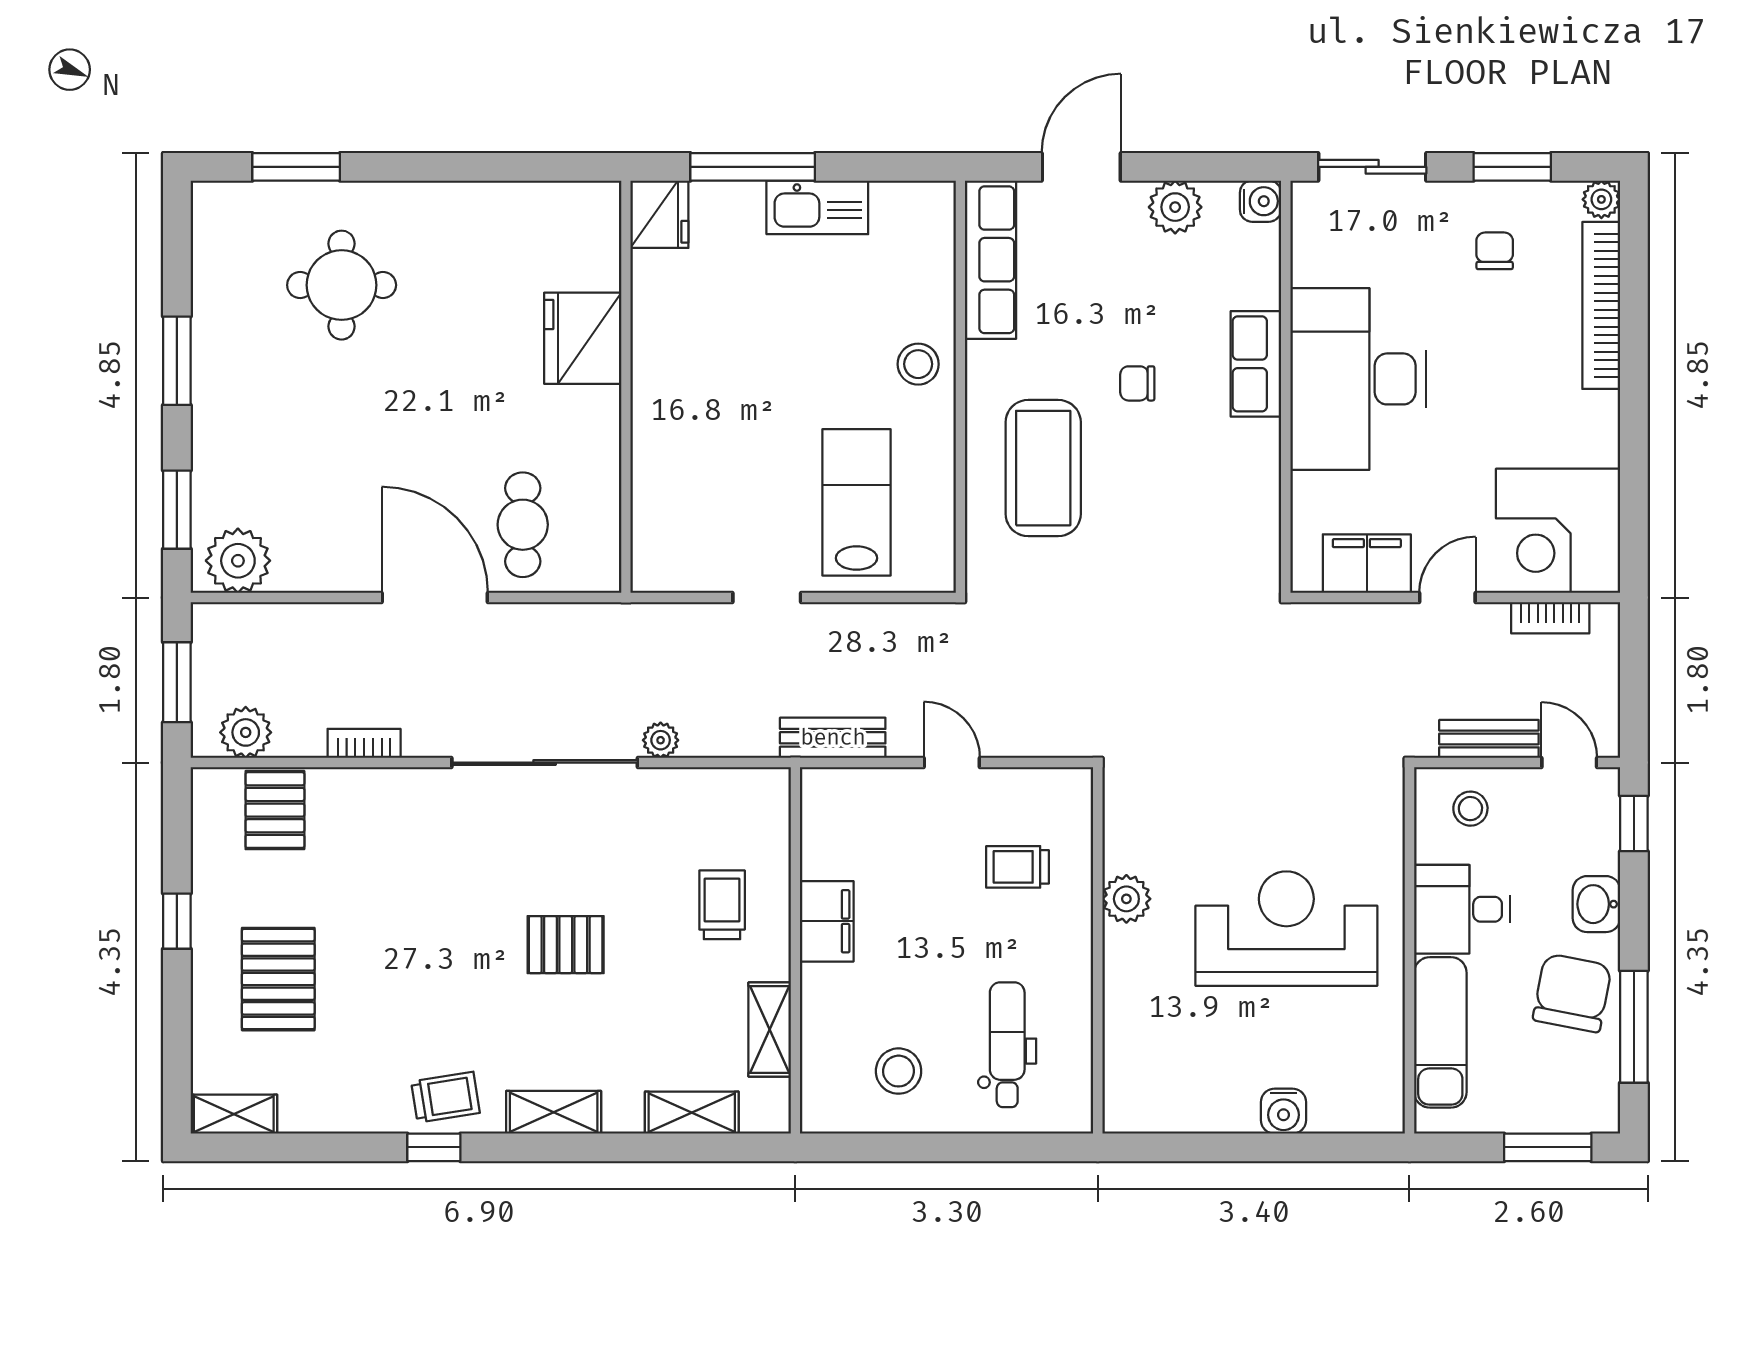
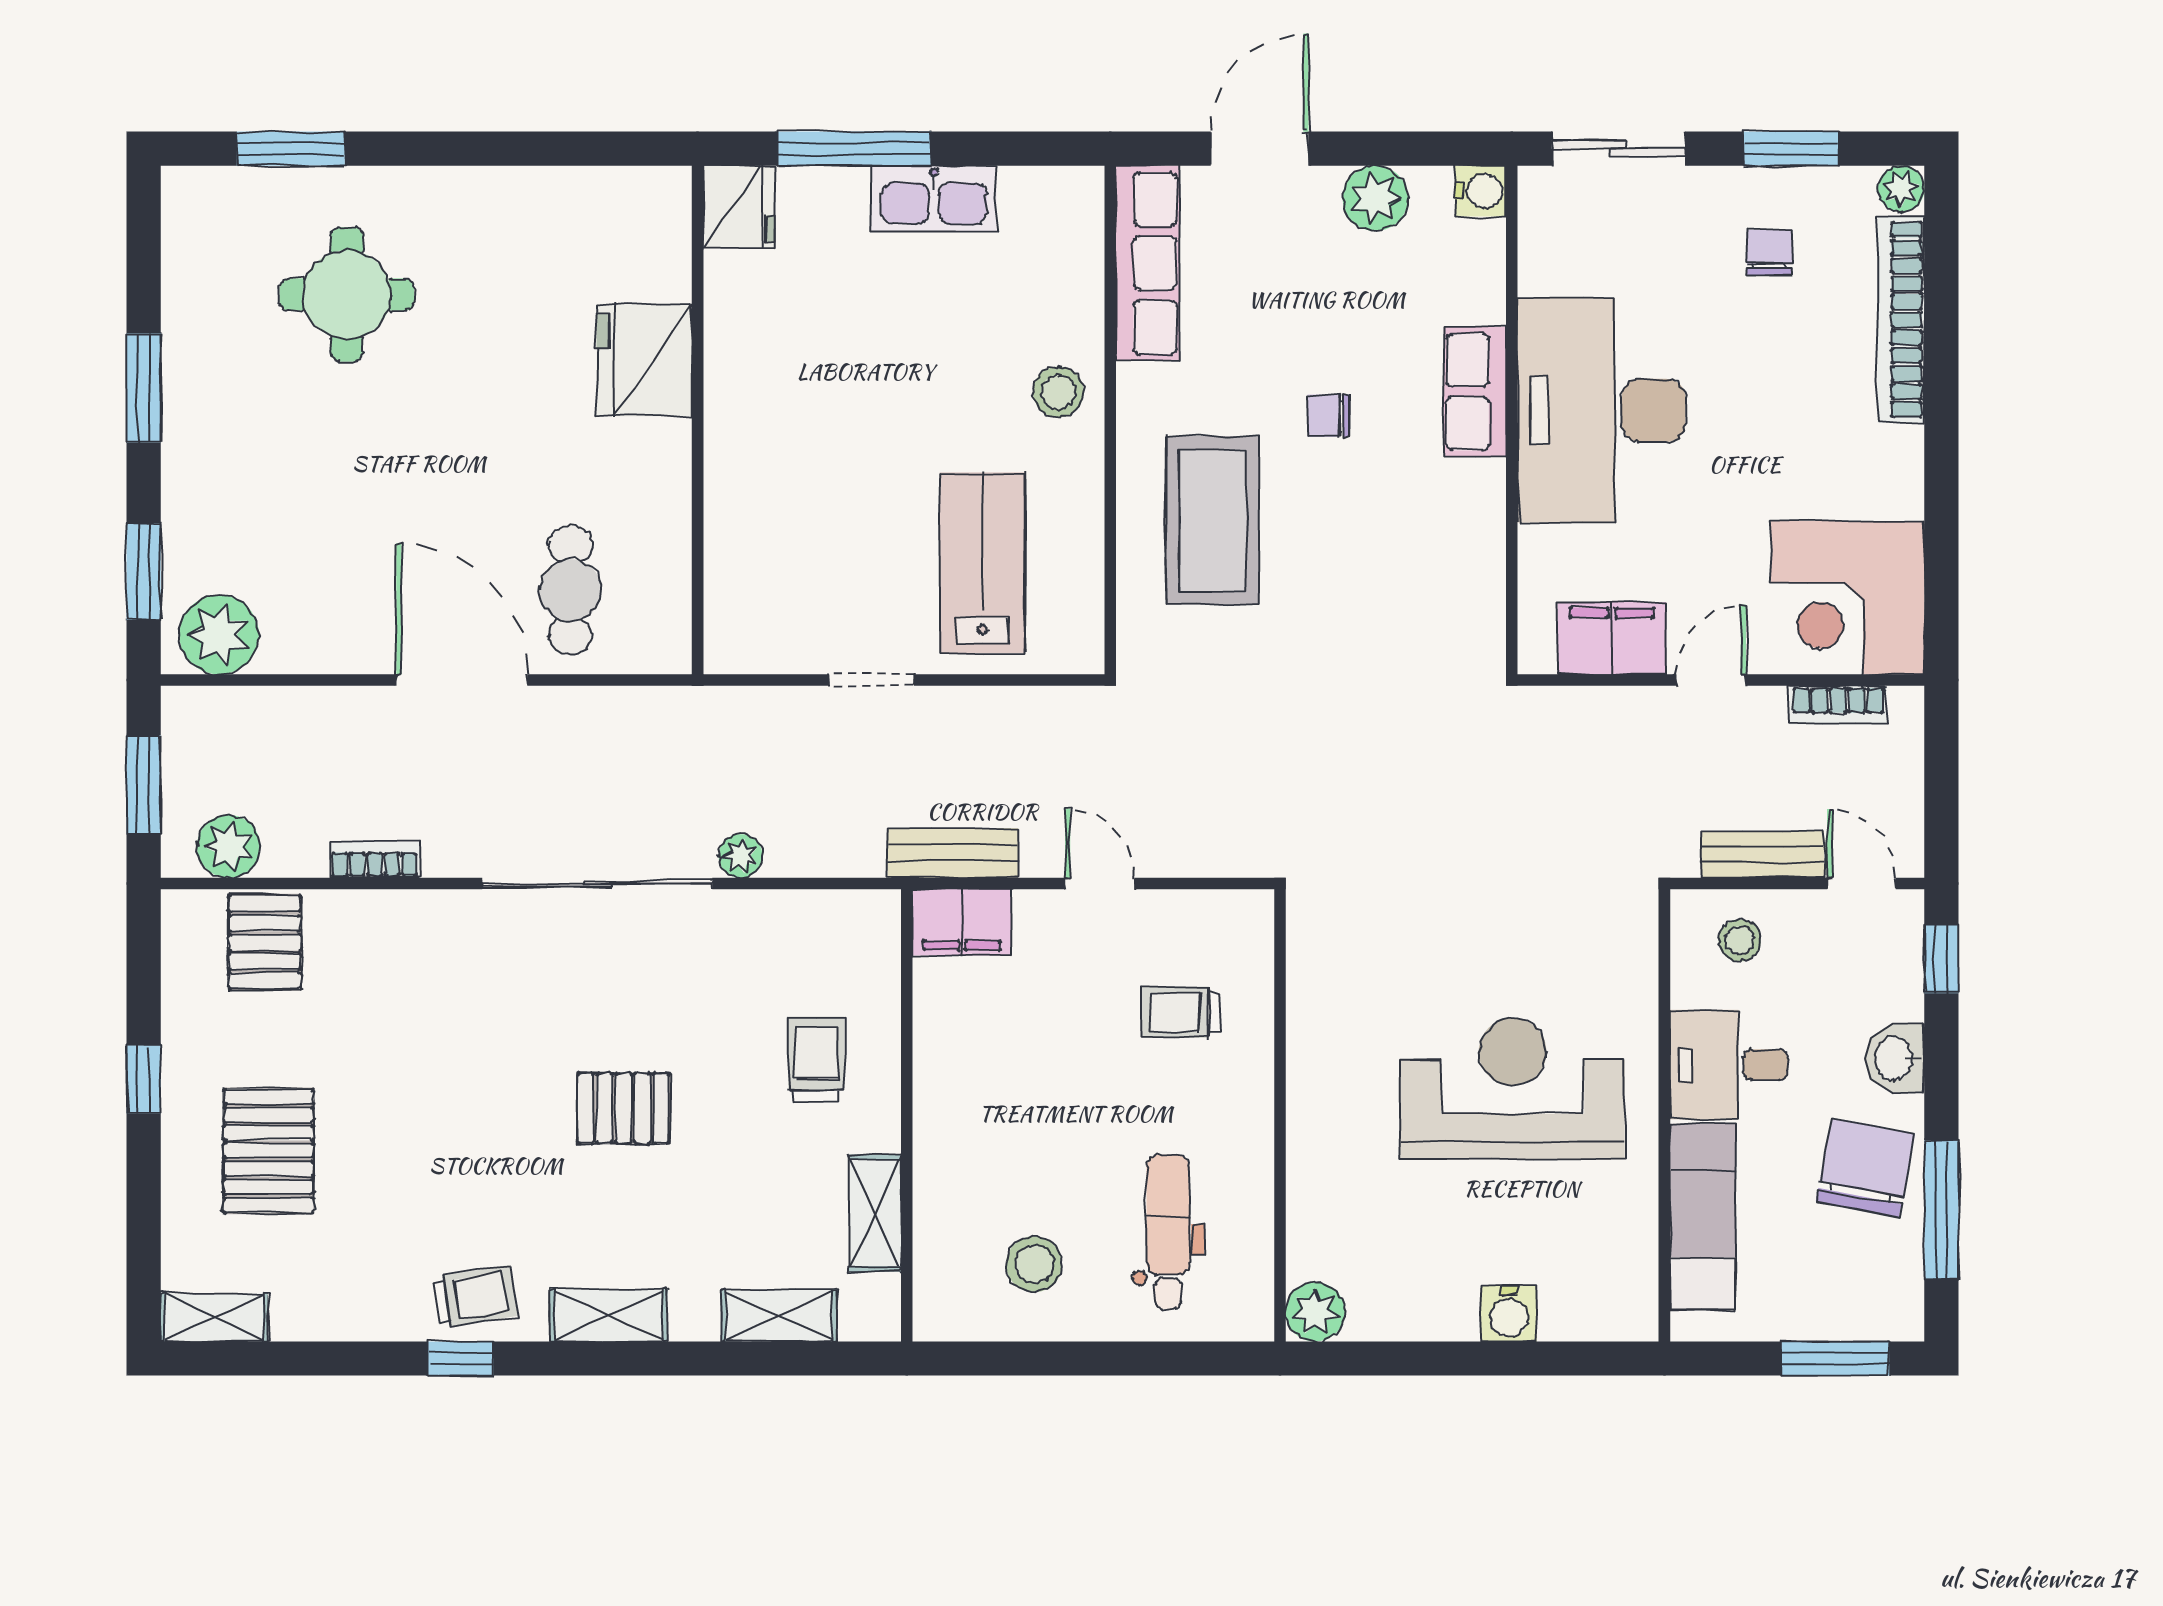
plant: (1126, 899) -> (1315, 1312), moved
filing cabinet: (827, 921) -> (962, 922), moved, turned 90

